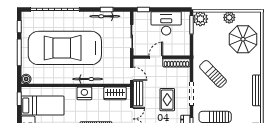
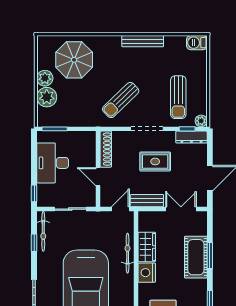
bicycle: (105, 16) -> (43, 231), moved
plant: (200, 19) -> (47, 97), moved
bicycle: (88, 79) -> (128, 253), moved
wardrobe: (115, 93) -> (147, 247), moved

